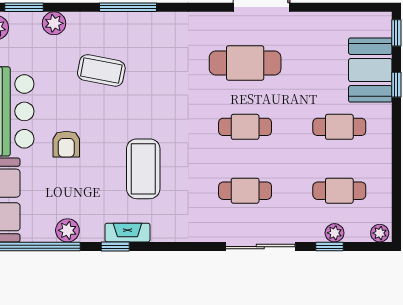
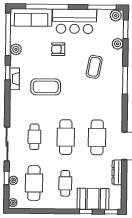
dresser: (316, 22) -> (117, 172), added
cafe table: (245, 127) -> (66, 137), width x1.37, depth x1.35
cafe table: (339, 191) -> (34, 183), width x1.37, depth x1.35

